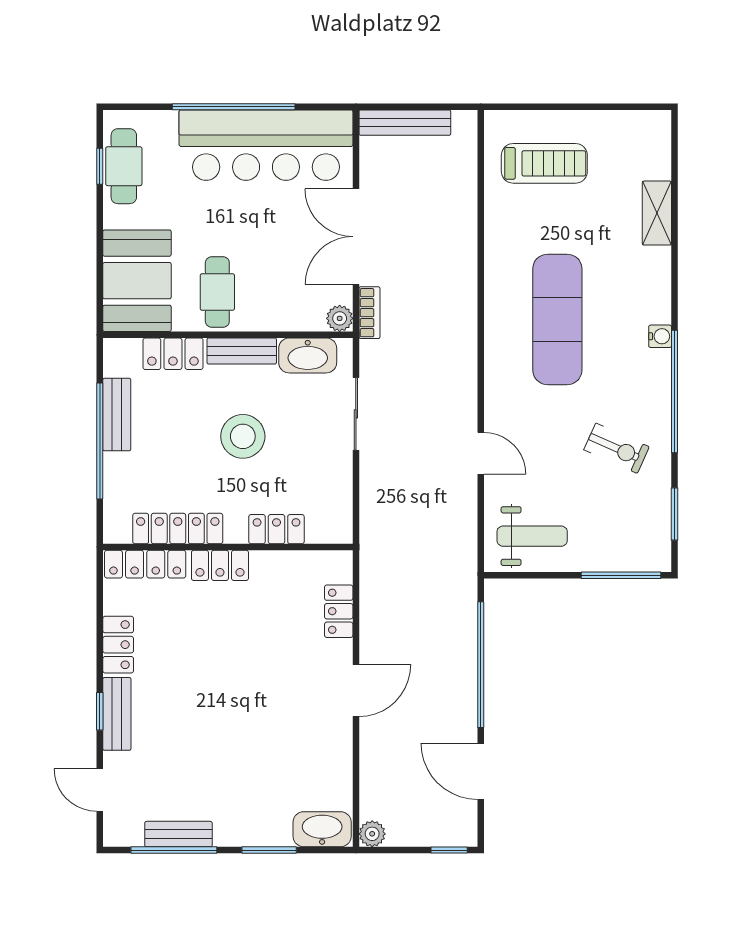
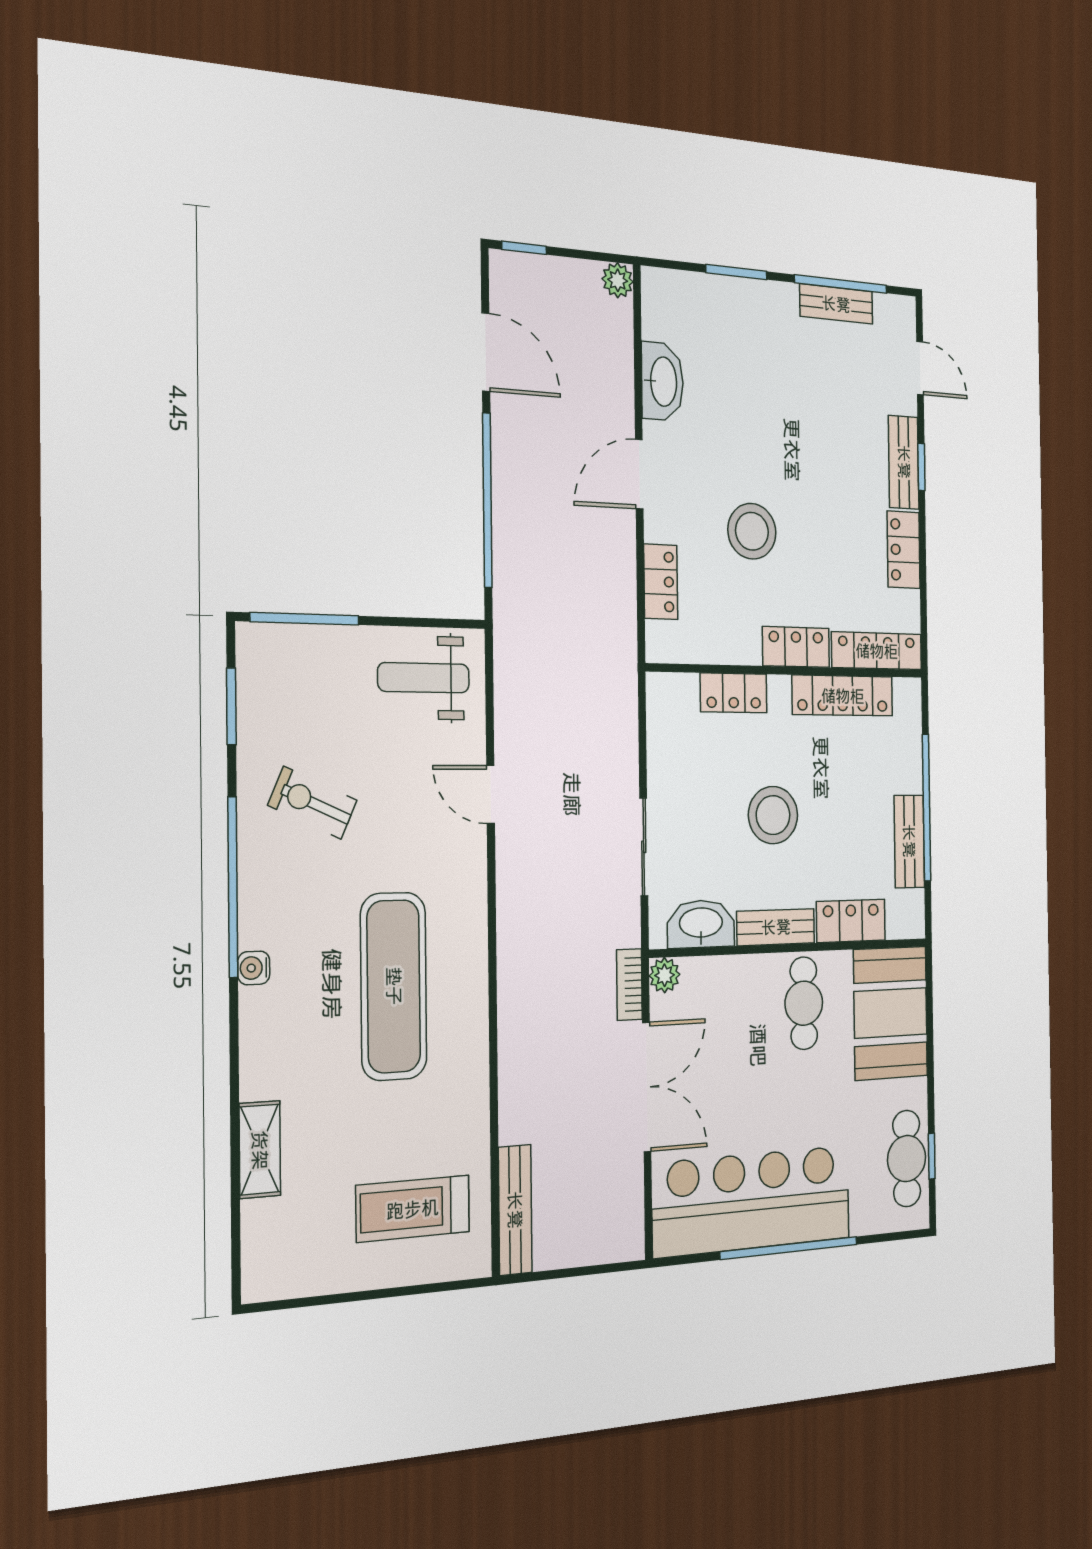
bench: (405, 123) -> (515, 1210), moved, turned 90
stool: (258, 653) -> (752, 531), added
washbasin: (322, 829) -> (662, 382), moved, turned -90

